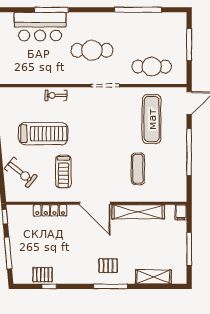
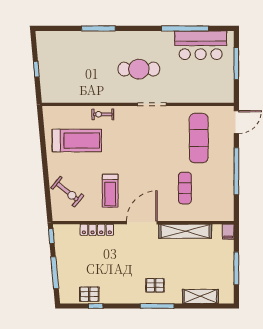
bar counter: (40, 27) -> (201, 45), moved
cafe table: (152, 67) -> (199, 85), removed
treadmill: (43, 134) -> (77, 140), moved
door: (95, 203) -> (142, 223), swing flipped

